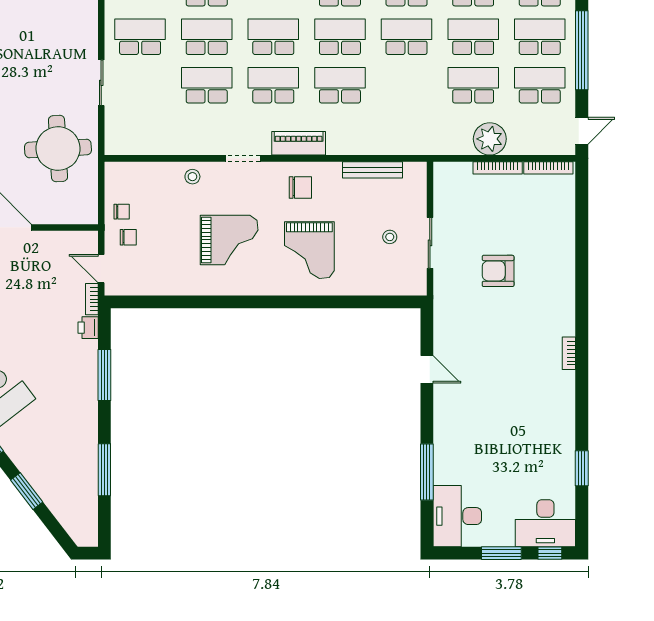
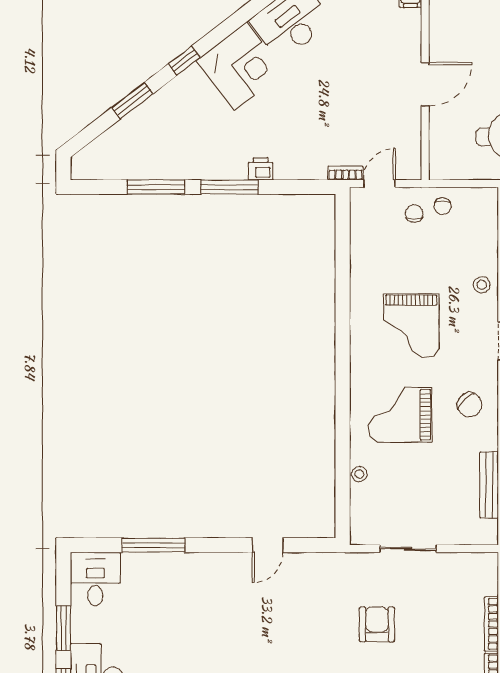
chair: (300, 187) -> (470, 405), turned -44
chair: (128, 237) -> (414, 214), turned 180
stool: (390, 237) -> (359, 474), moved
printer: (88, 328) -> (261, 169), moved
window: (104, 375) -> (229, 187), moved
desk: (457, 516) -> (95, 579), width x0.73

